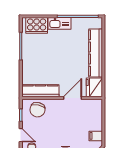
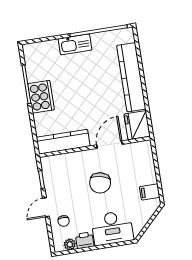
cooker: (37, 25) -> (41, 97), moved, turned -90
chair: (37, 110) -> (100, 183), moved
door: (21, 135) -> (46, 207), swing flipped

